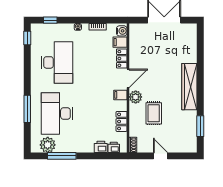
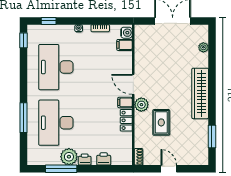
plant: (192, 44) -> (203, 47), added
locker: (122, 58) -> (126, 63), removed
desk: (57, 62) -> (56, 67), turned 180
door: (128, 78) -> (133, 84), swing flipped
locker: (122, 121) -> (126, 120), moved
plant: (48, 145) -> (69, 157), moved
printer: (114, 147) -> (85, 160), moved

